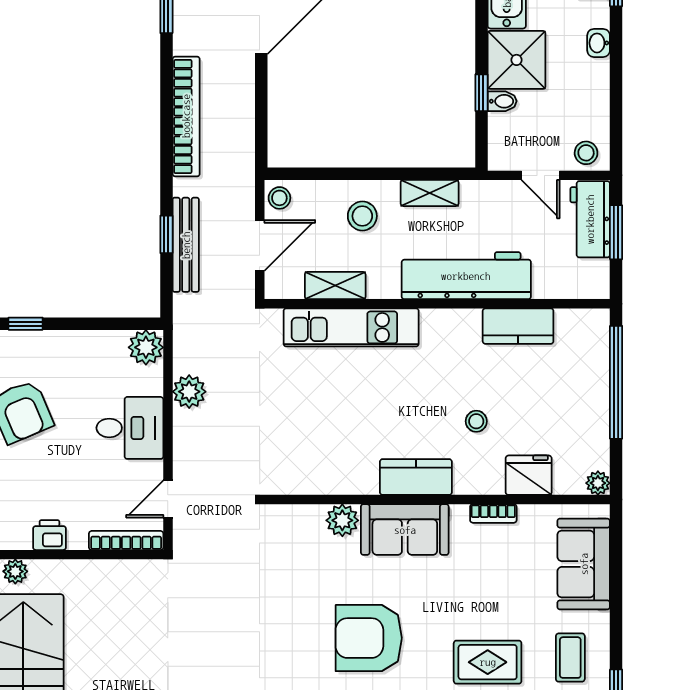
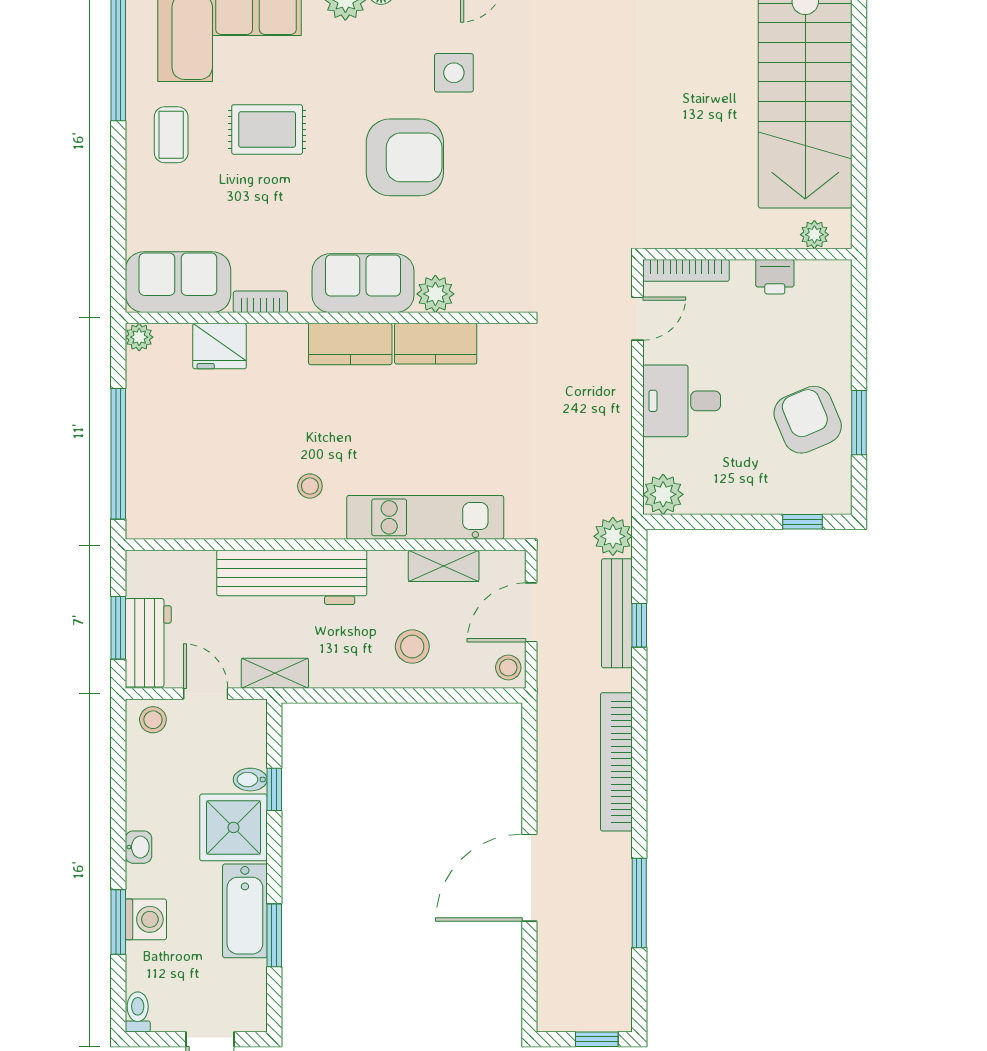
shelving: (430, 193) -> (275, 673), moved
kitchen counter: (518, 326) -> (436, 344), moved, turned 180
plant: (189, 392) -> (613, 536), moved
stool: (476, 421) -> (310, 486), moved
sofa: (584, 564) -> (178, 282), moved, turned -90

